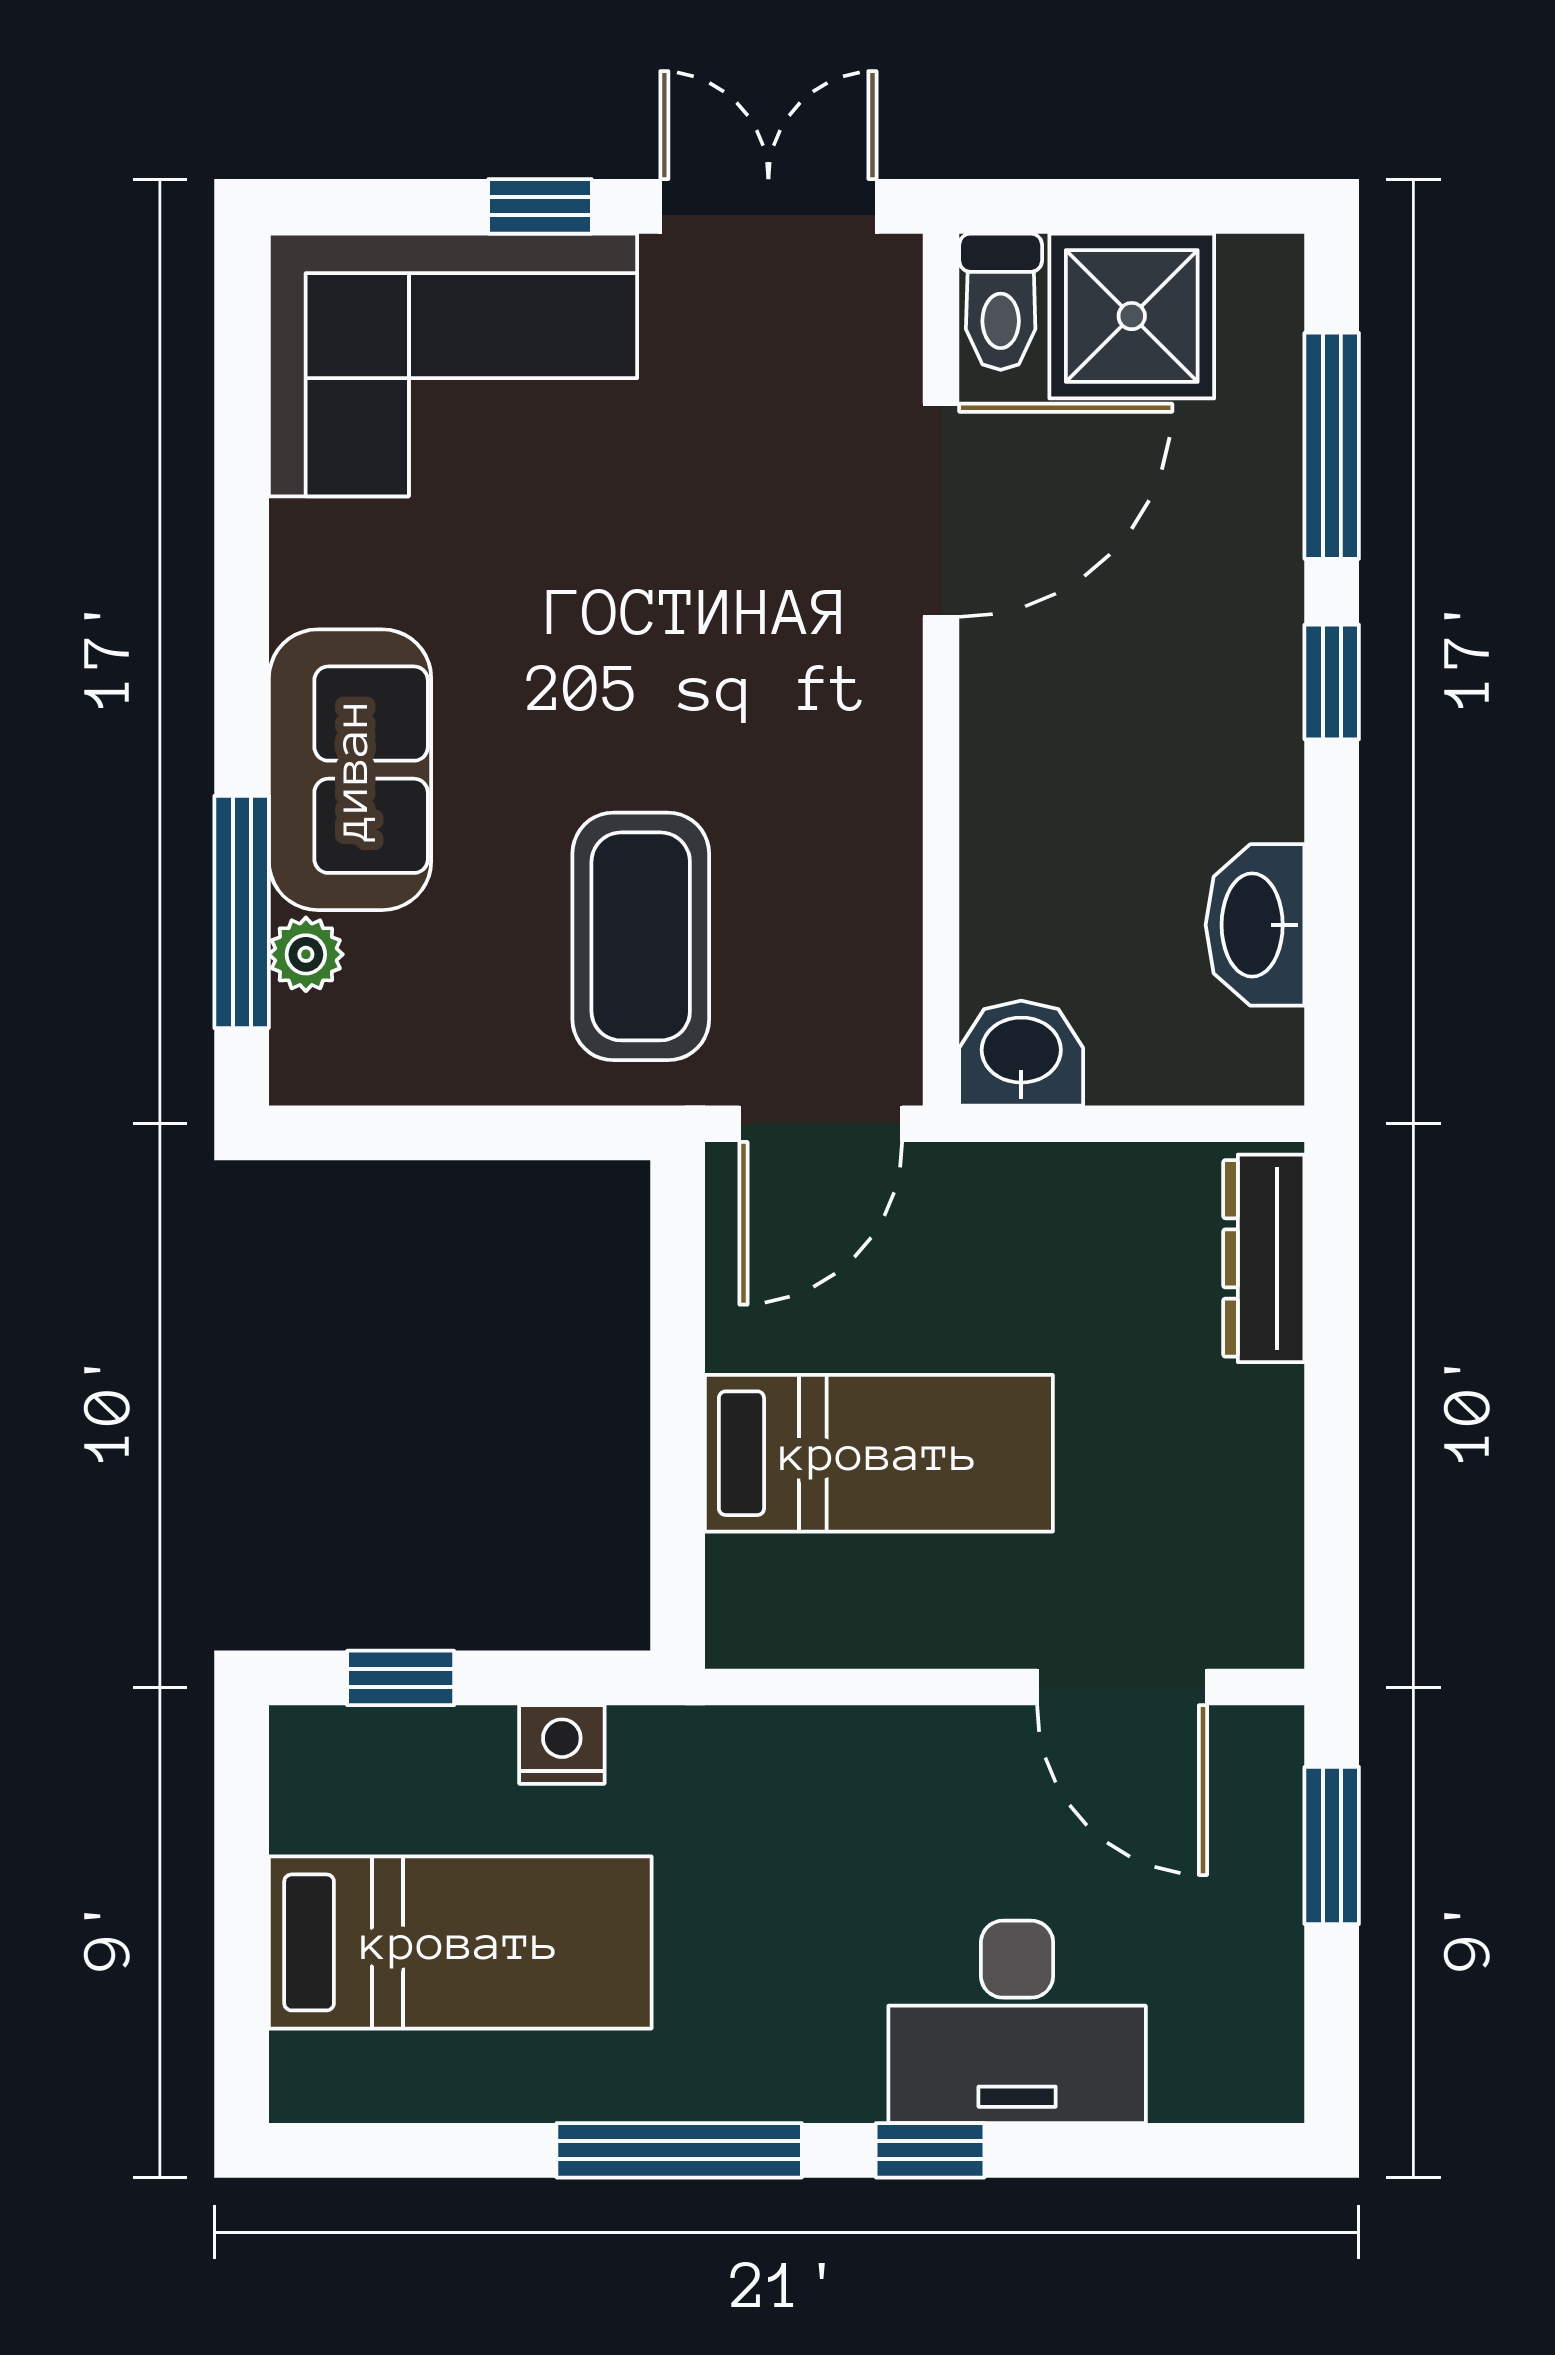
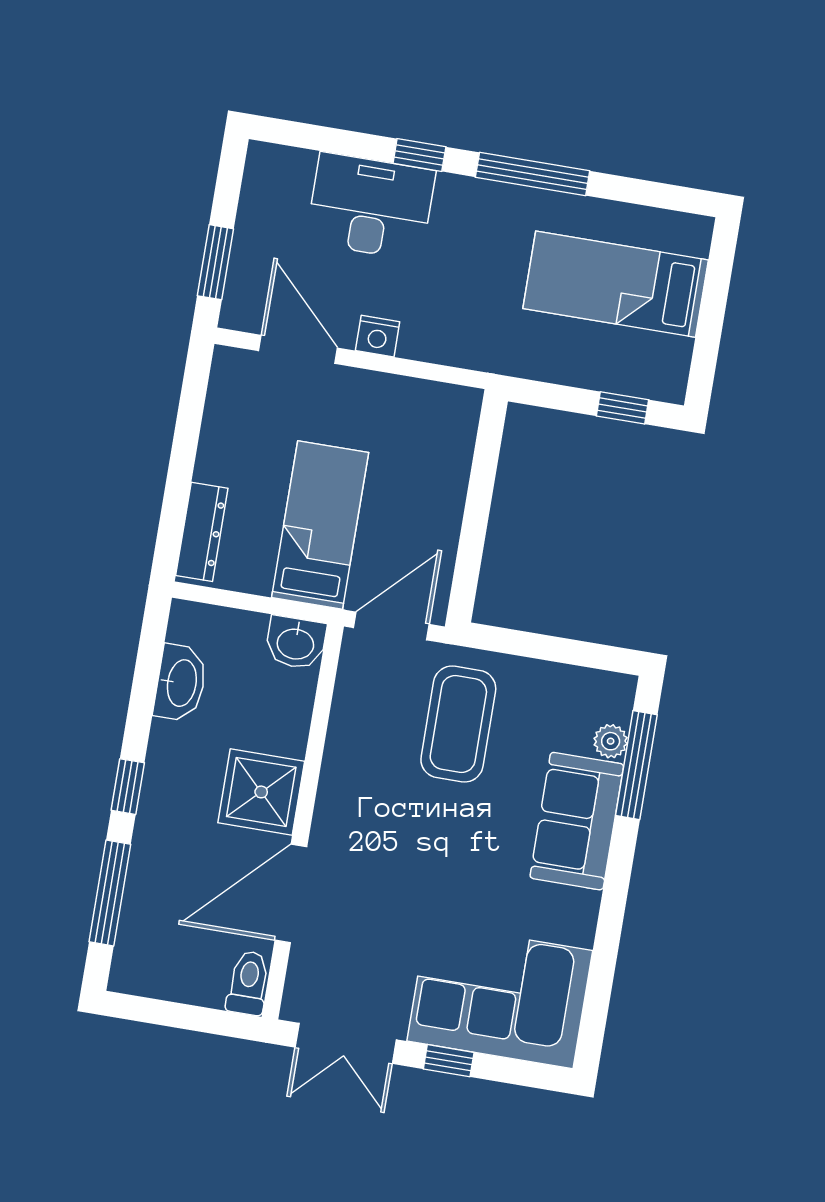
shower: (1132, 316) -> (261, 792), moved
bed: (879, 1453) -> (320, 525), moved, turned 90
nightstand: (562, 1744) -> (378, 336), moved

